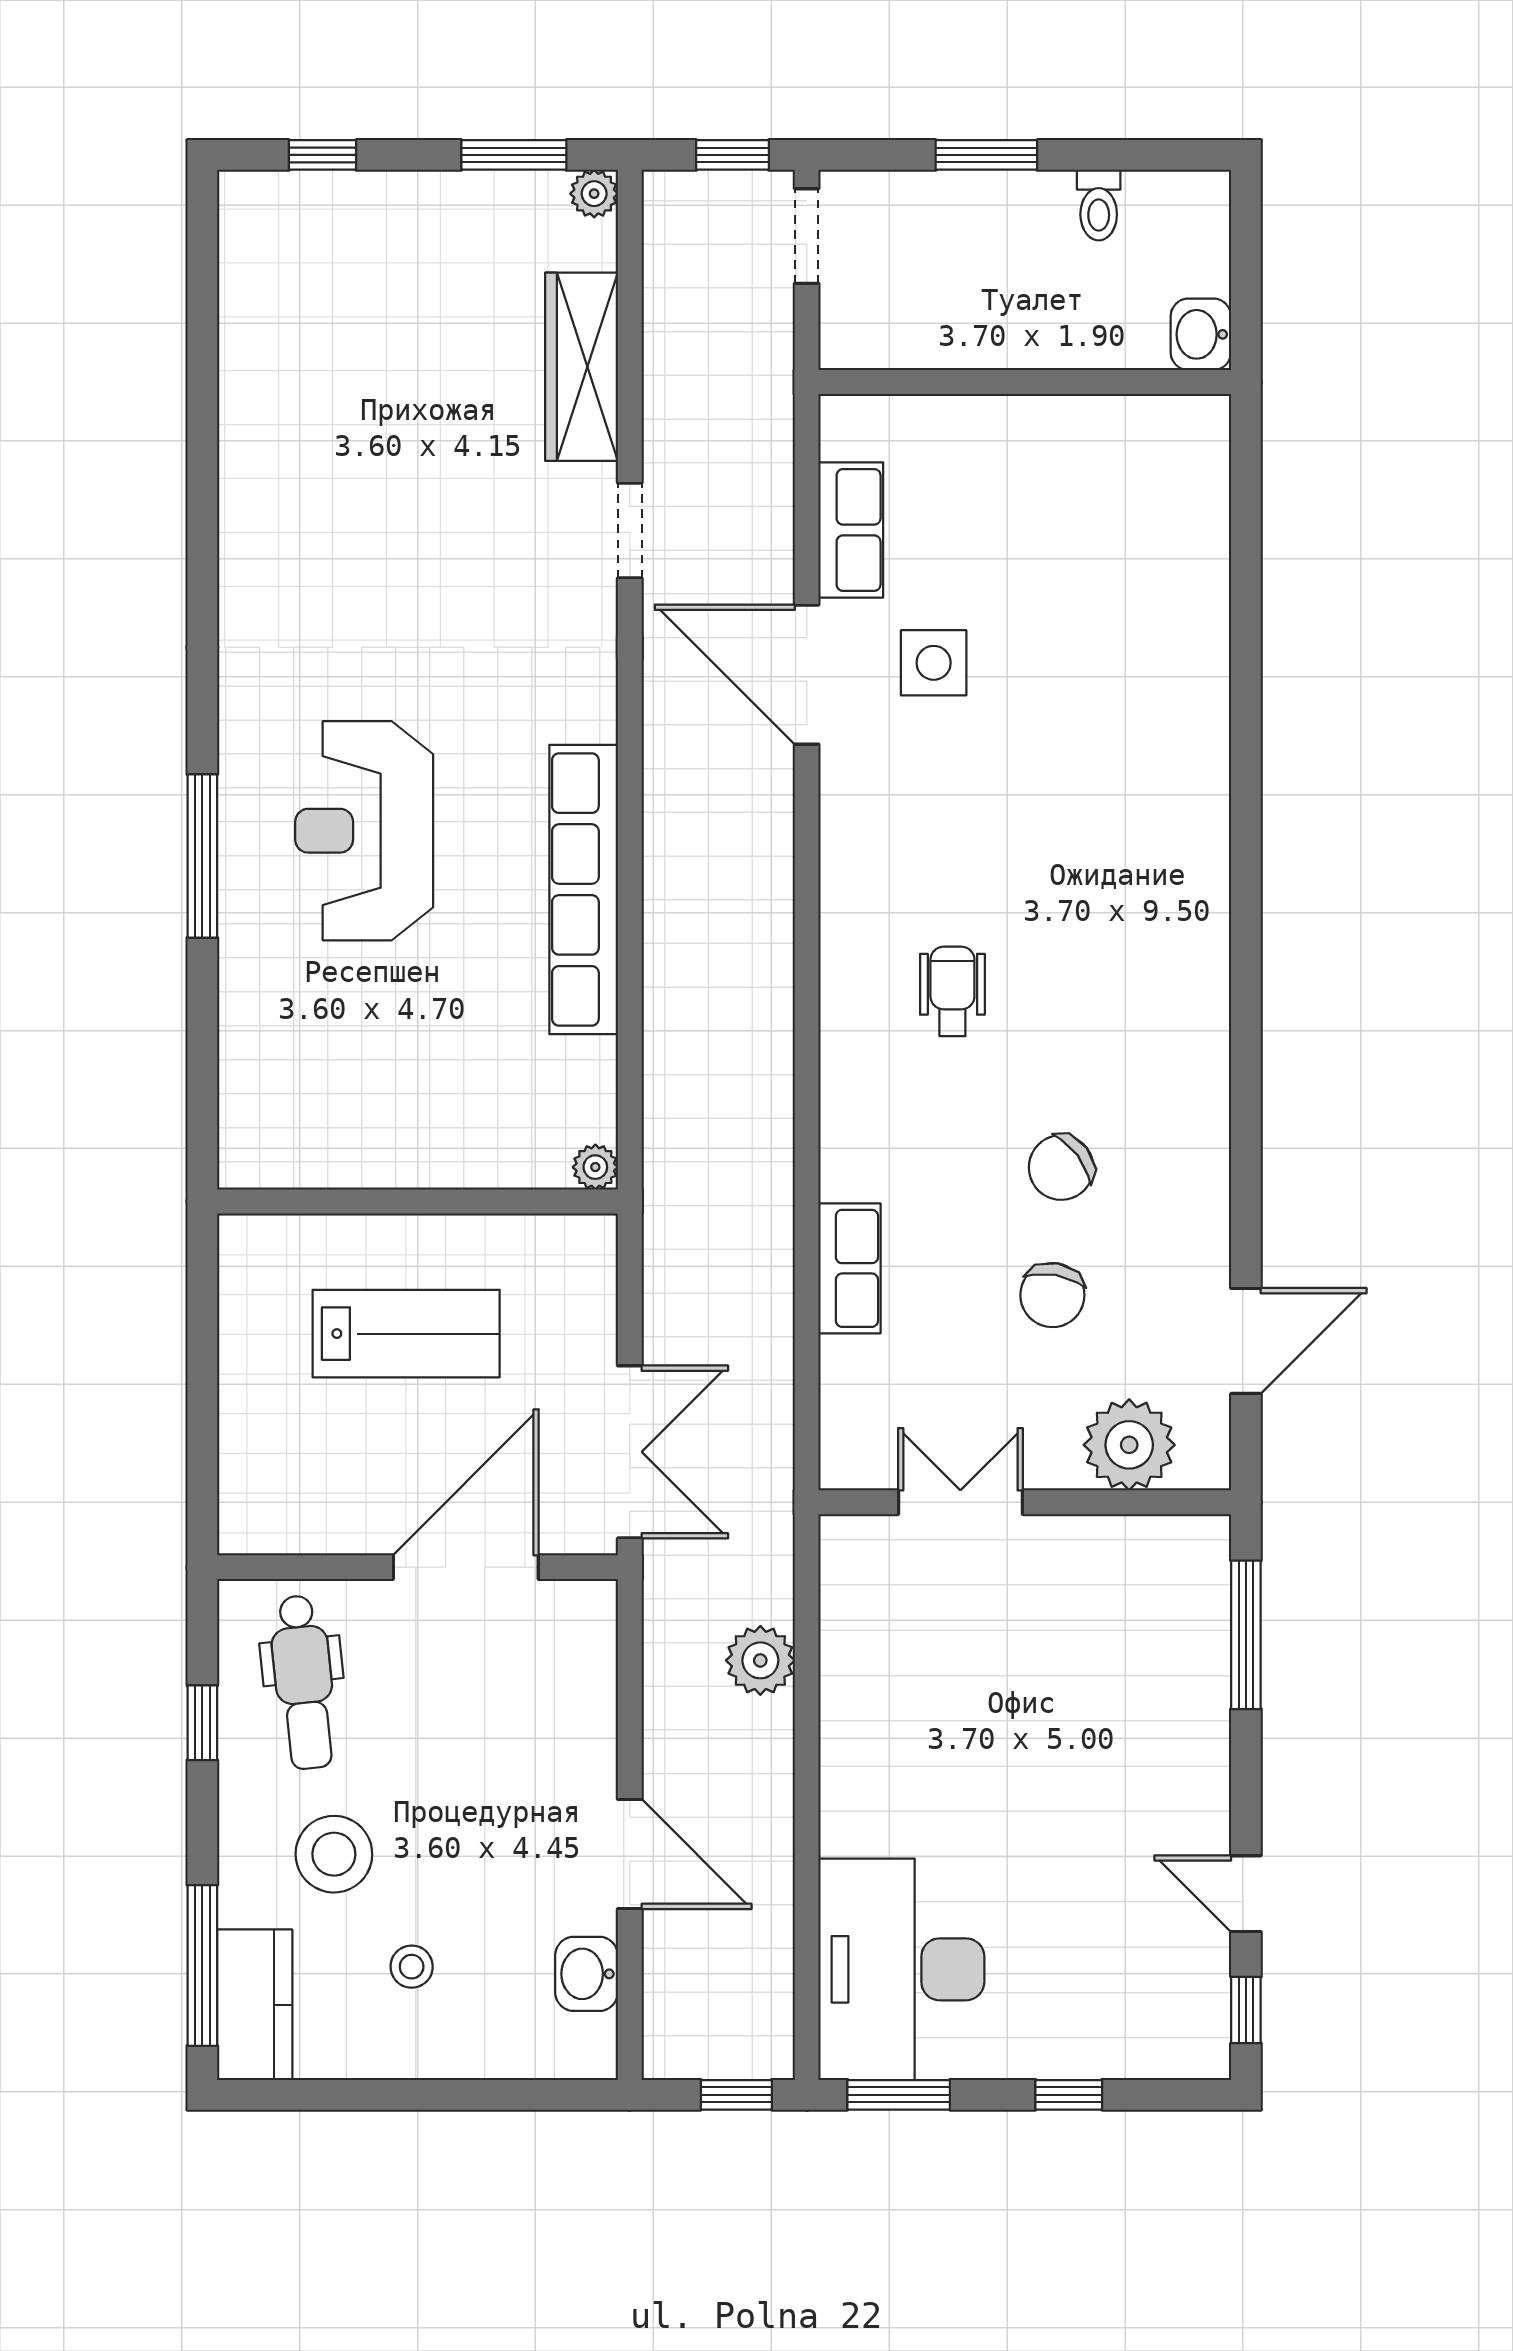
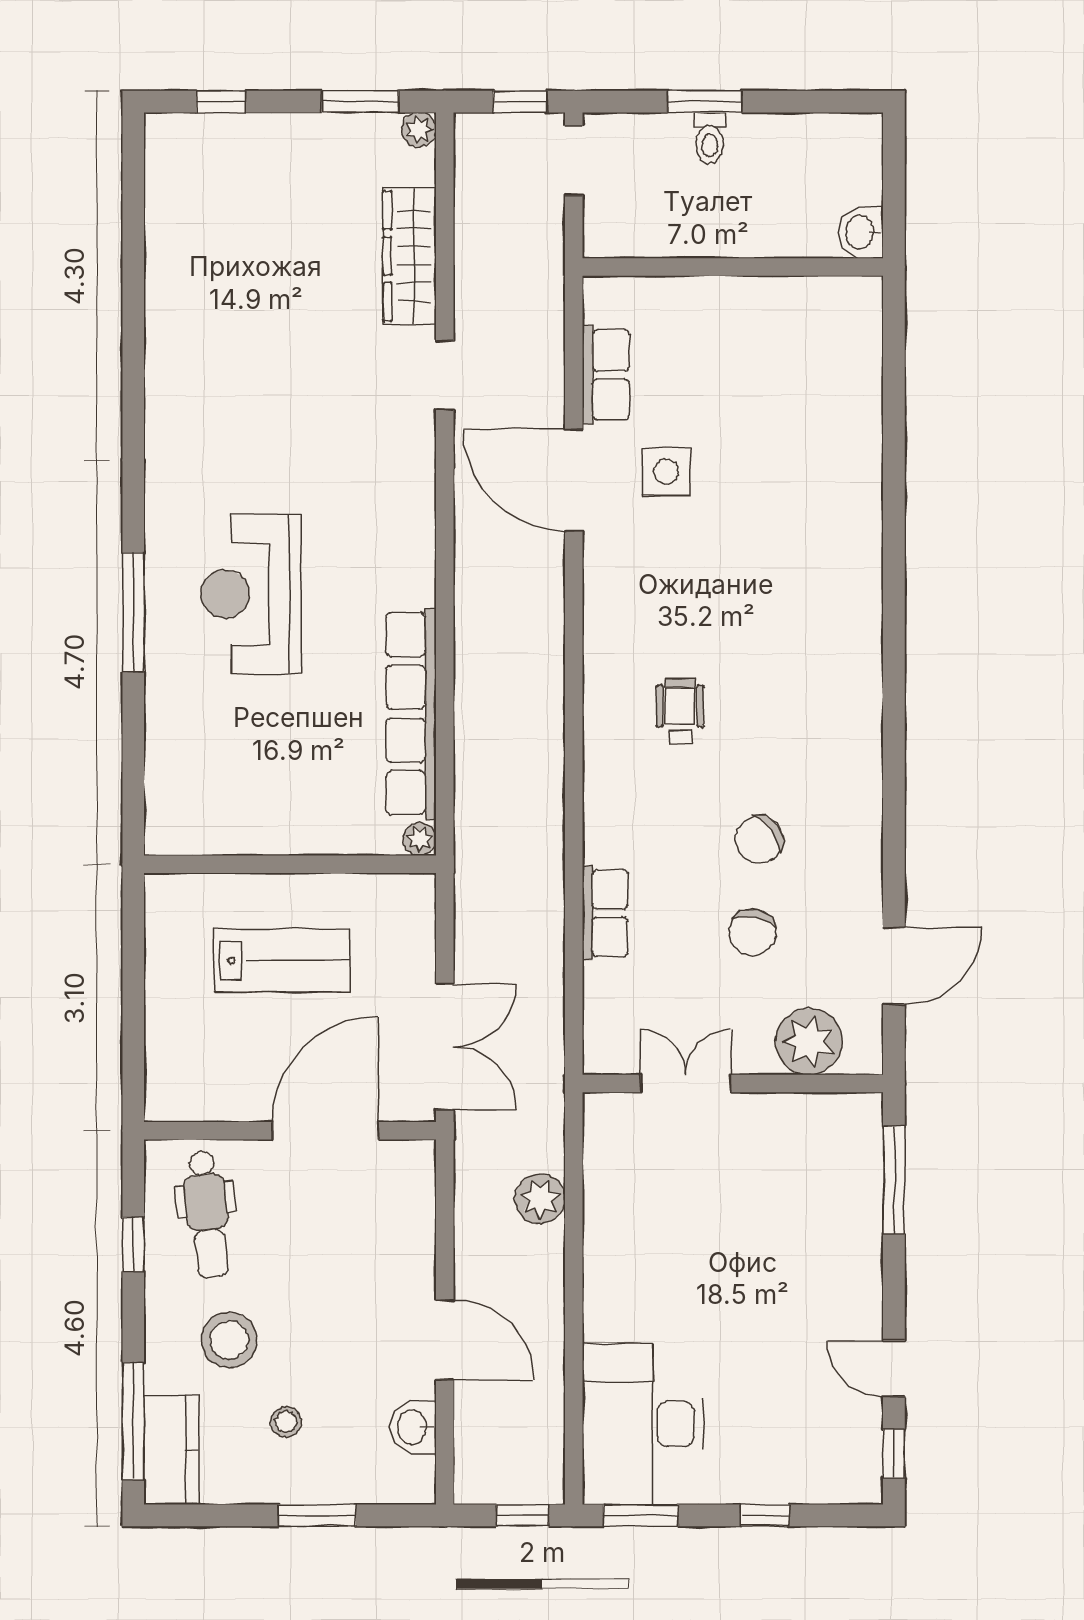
toilet: (1099, 205) -> (710, 138), moved
row of seats: (584, 889) -> (411, 714), moved
window: (455, 2095) -> (317, 1515), added

